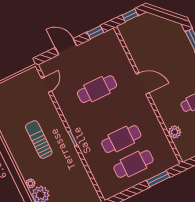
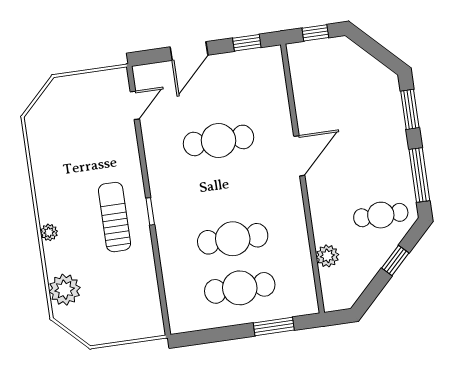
door: (66, 47) -> (189, 51), swing flipped
door: (143, 84) -> (299, 156), hinge flipped
sun lounger: (39, 140) -> (115, 217), moved
plant: (30, 183) -> (49, 232), moved

